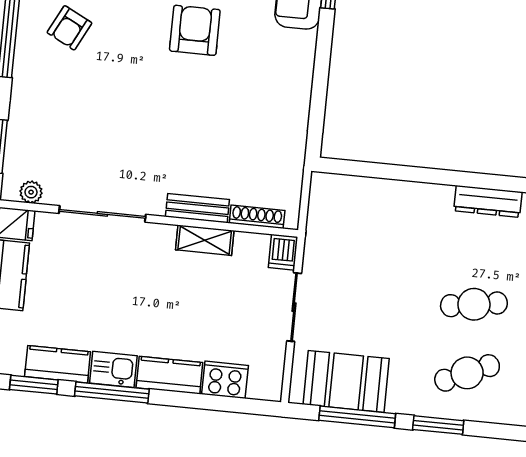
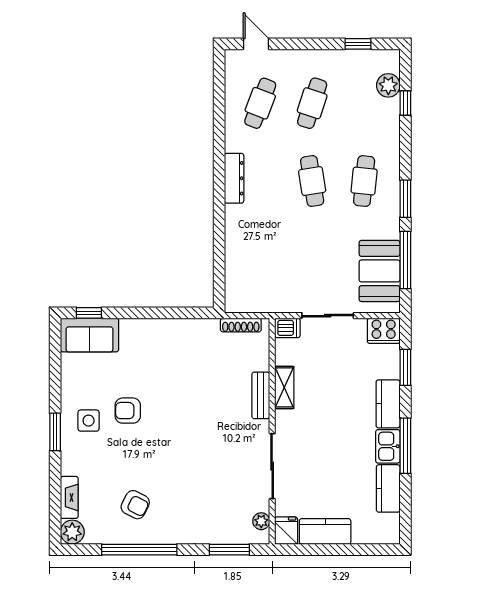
armchair: (195, 30) -> (128, 411), width x0.72, depth x0.72
shoe rack: (257, 217) -> (241, 325), moved, turned -90
cafe table: (467, 373) -> (364, 181), turned 30
cooker: (225, 380) -> (384, 331), moved, turned -90
window: (34, 385) -> (405, 367), moved

